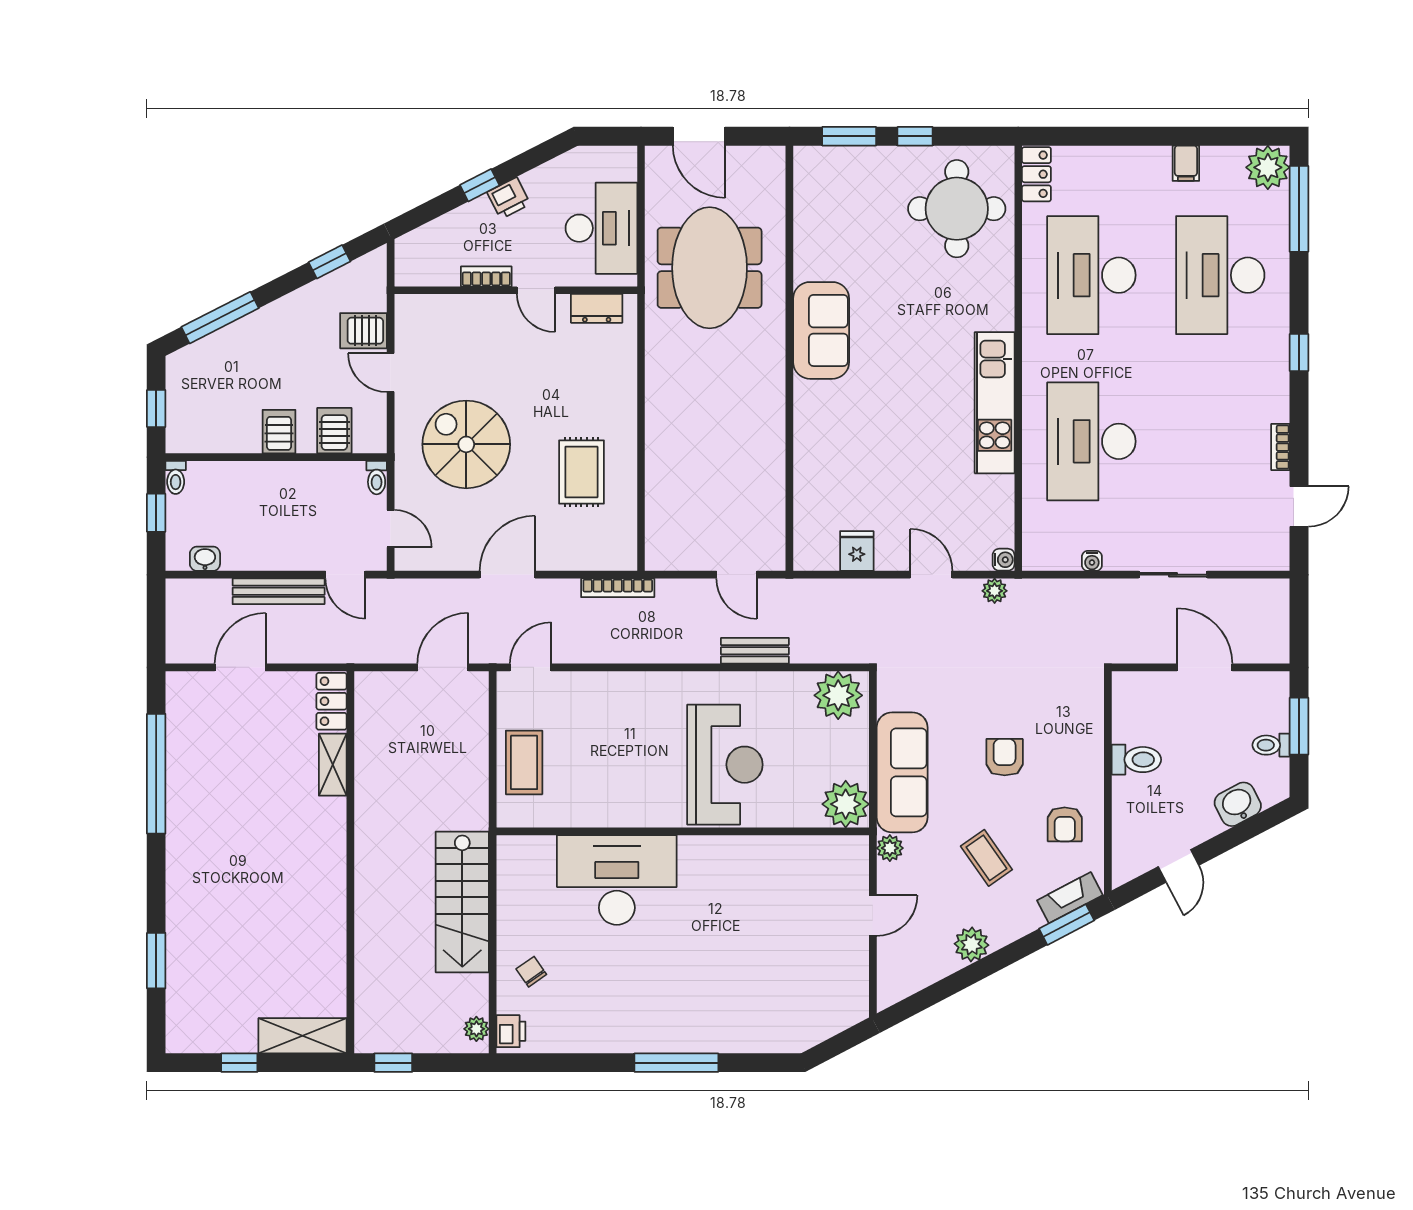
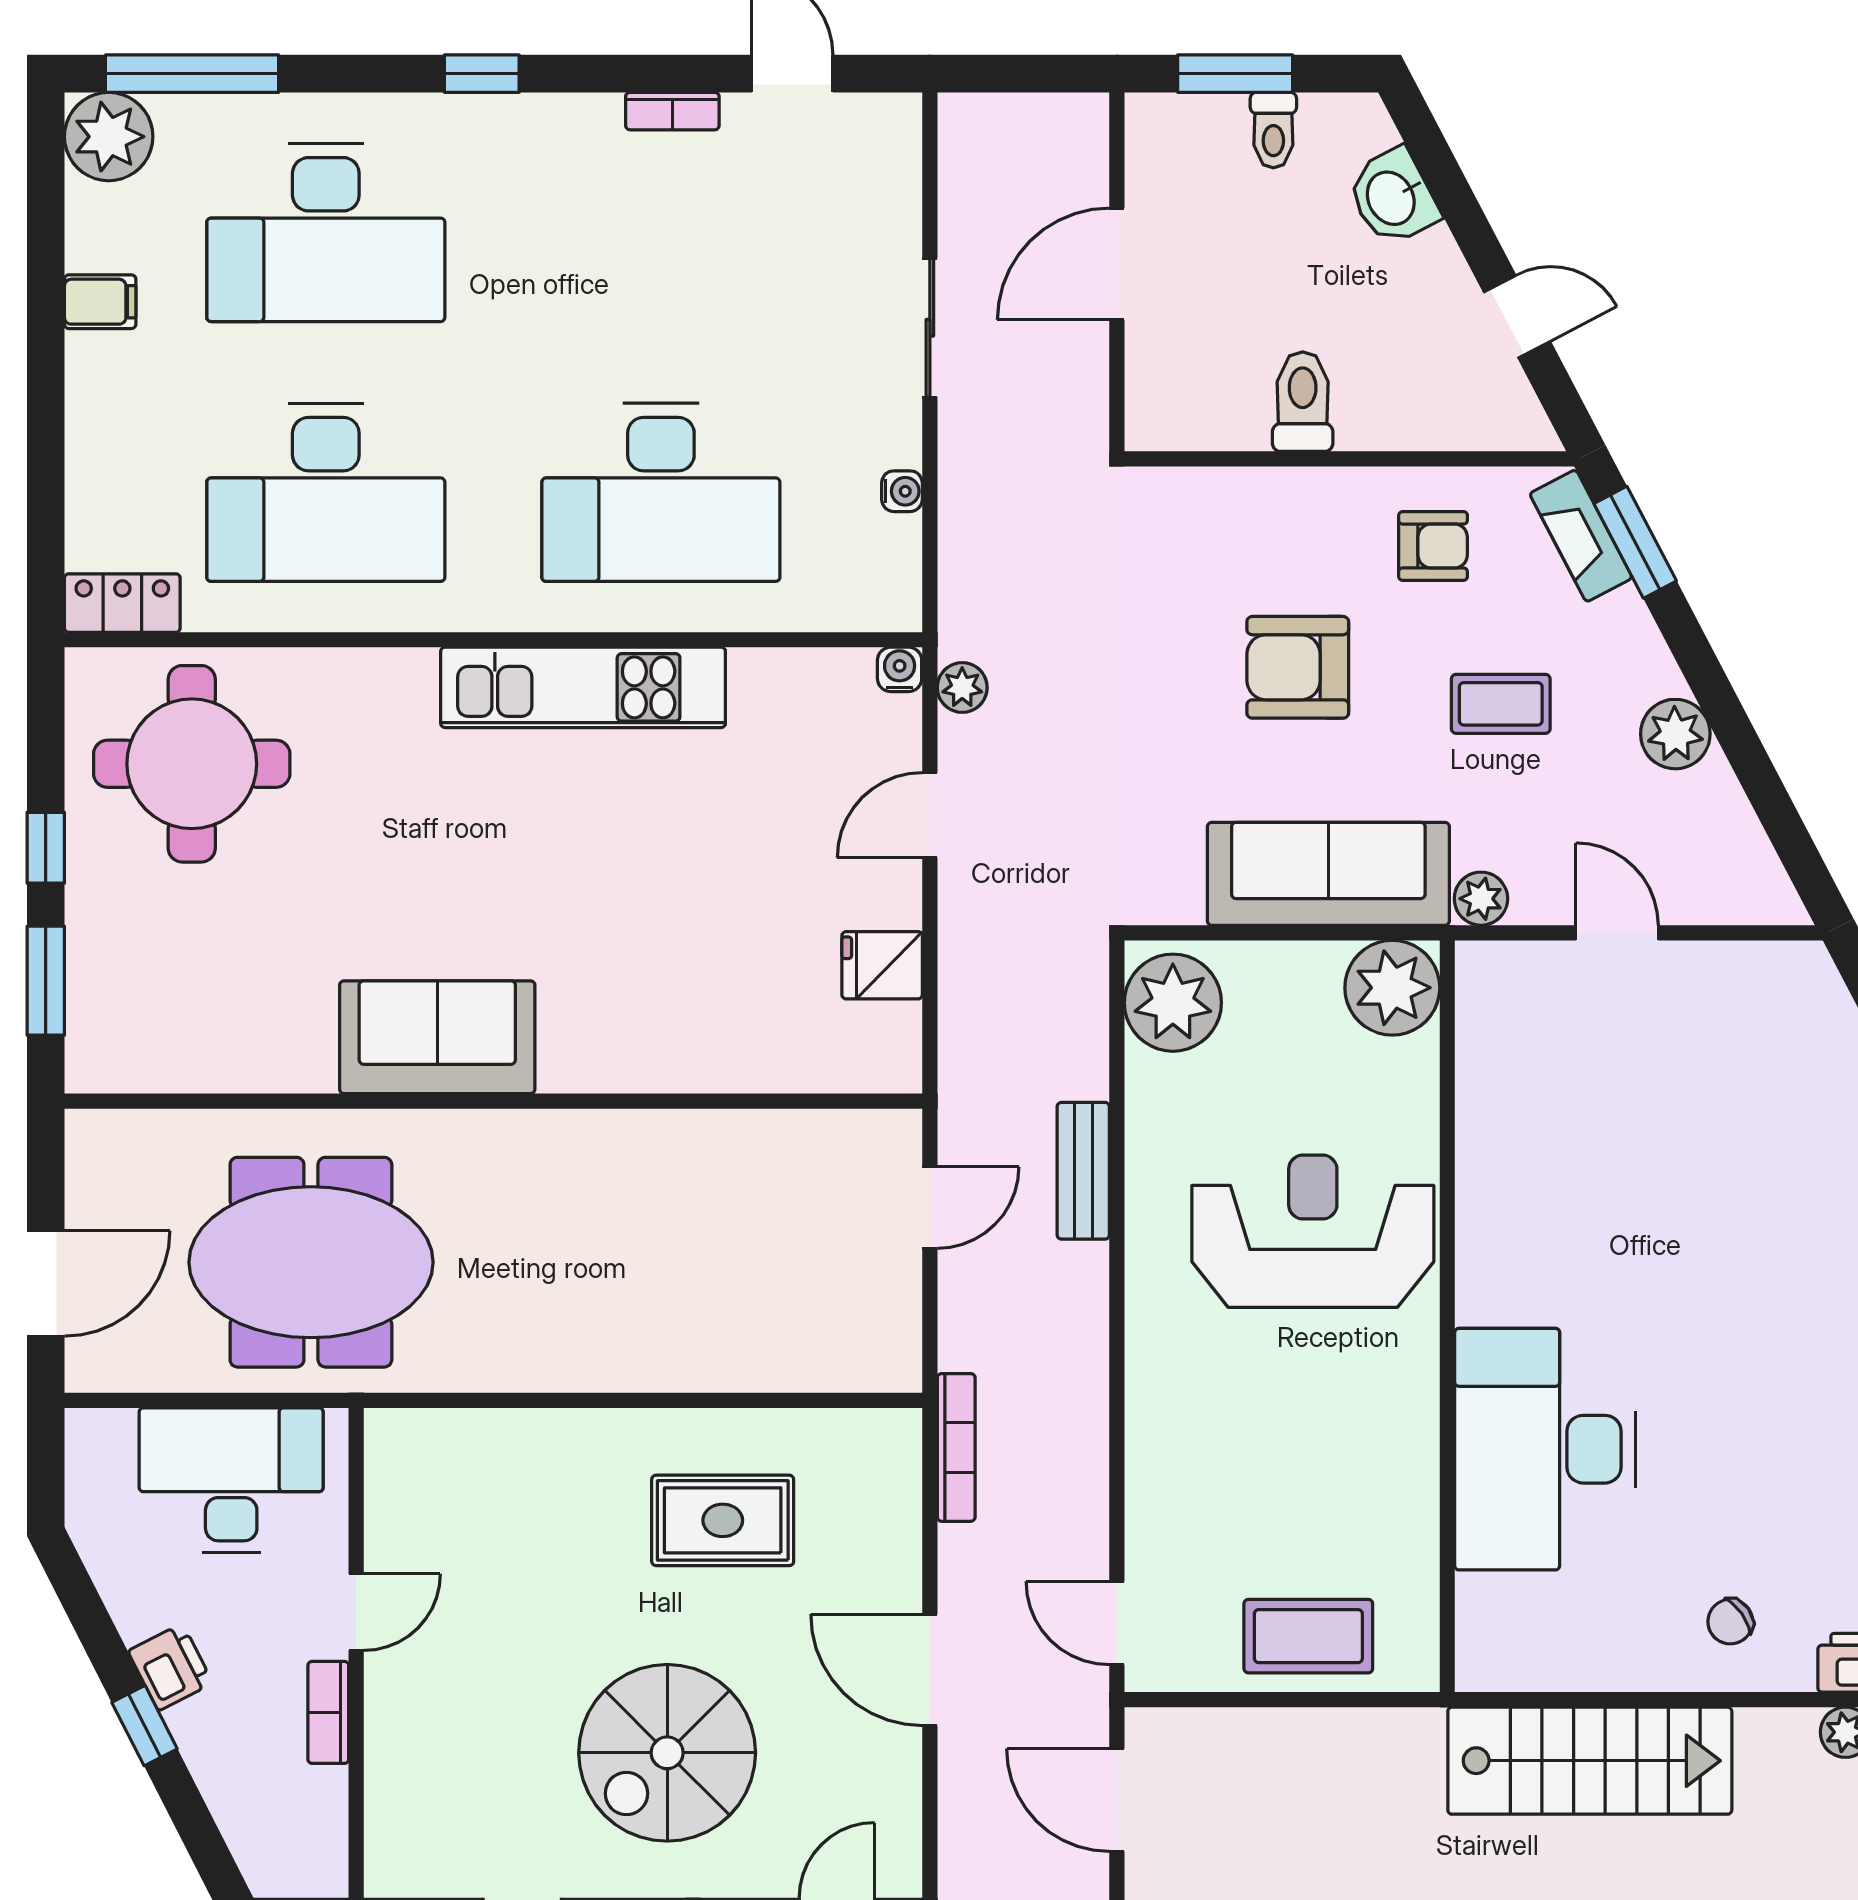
dresser: (597, 308) -> (393, 1490), removed
armchair: (1005, 757) -> (1298, 667), width x1.38, depth x1.38
coffee table: (986, 858) -> (1501, 704), turned 35

